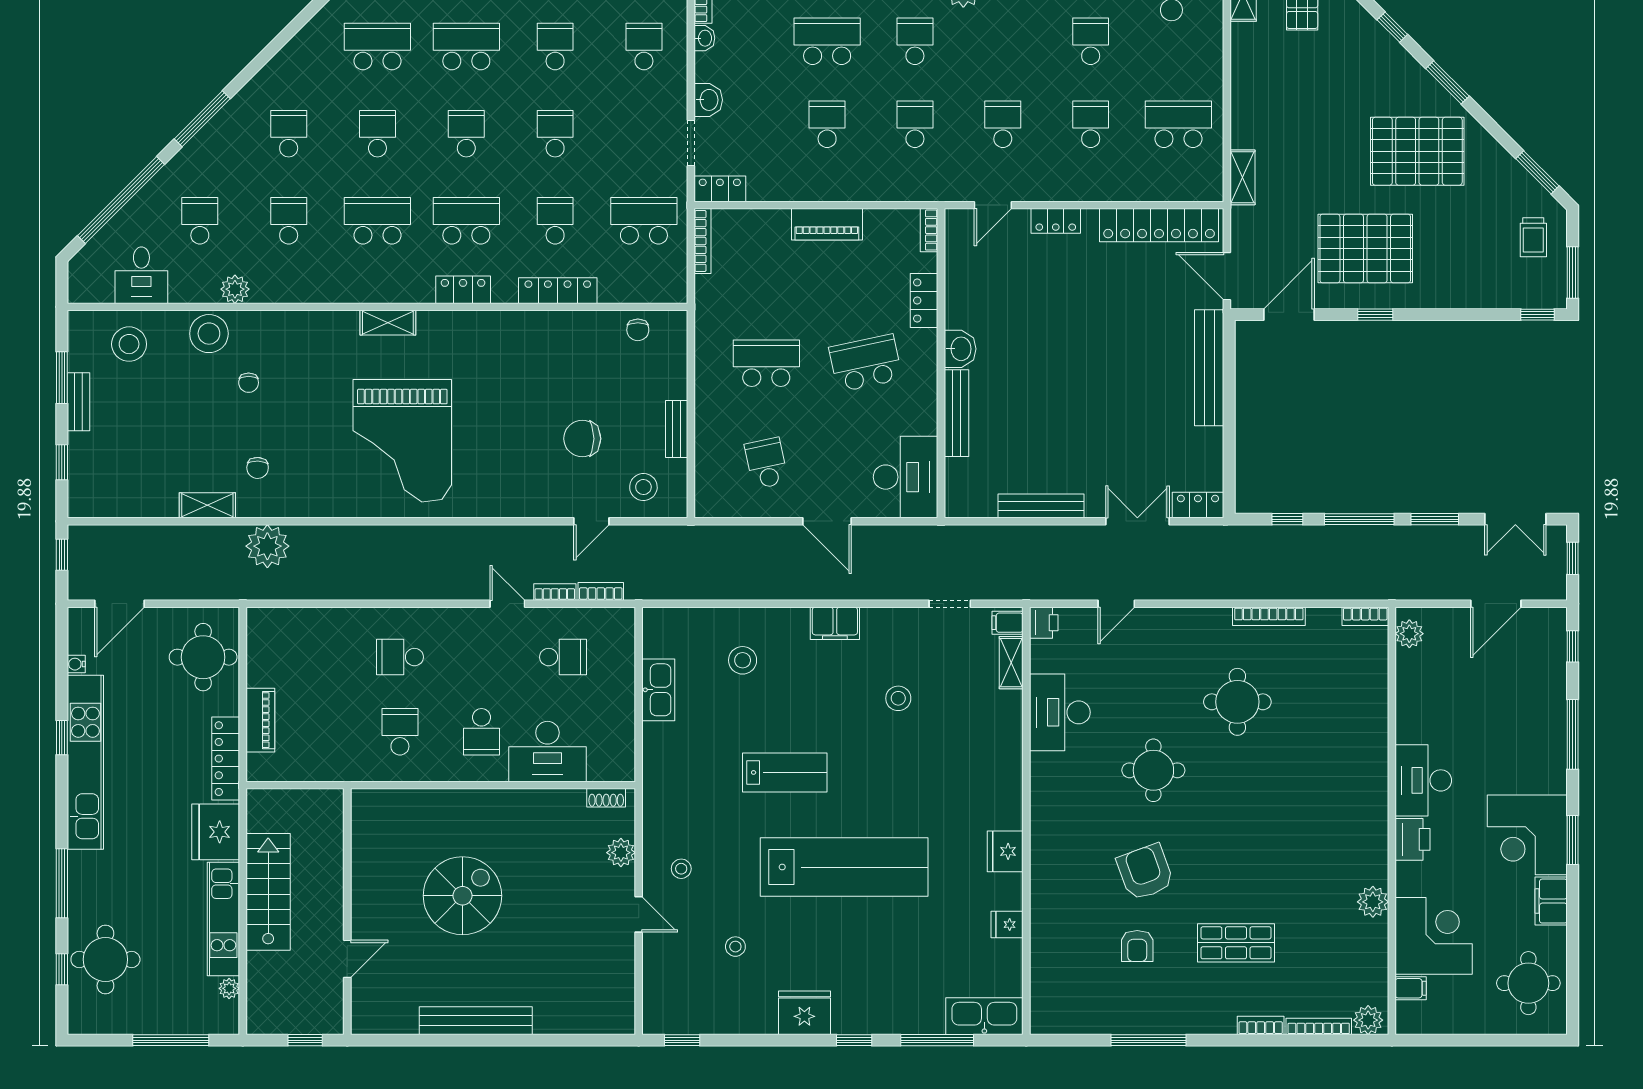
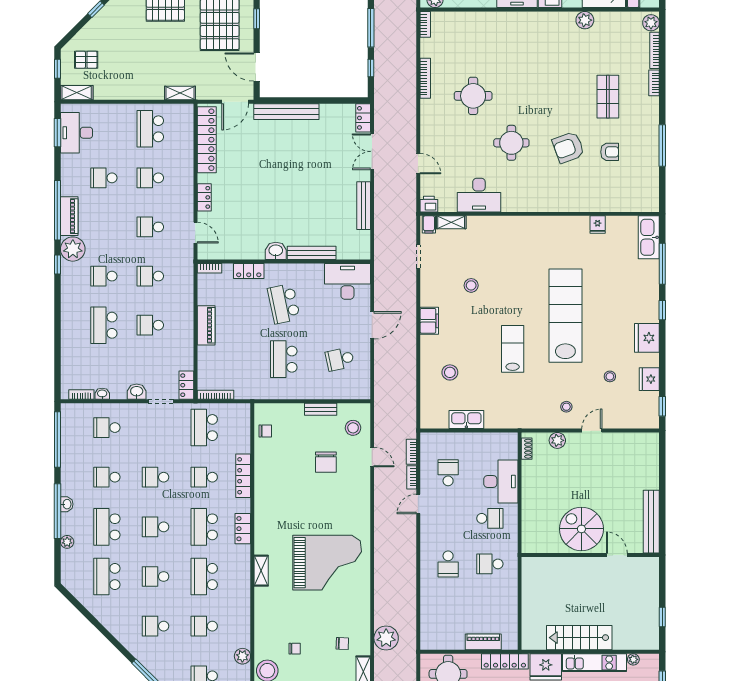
fridge: (1005, 851) -> (649, 379), moved, turned 90
wall: (347, 912) -> (590, 555), moved
door: (347, 959) -> (617, 555), moved

